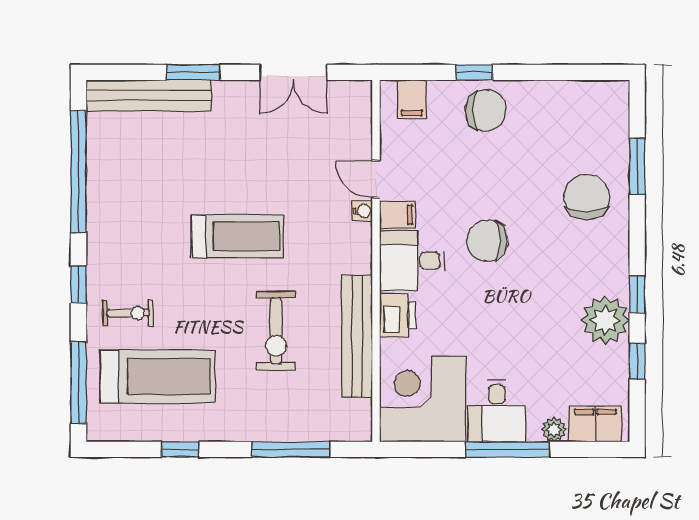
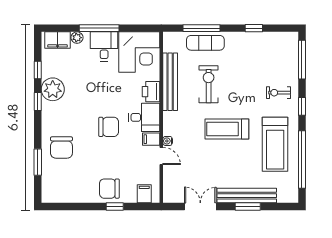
bench: (149, 95) -> (247, 196), moved
treadmill: (157, 377) -> (275, 144), moved, turned -90
exercise mat: (283, 418) -> (205, 43), added

